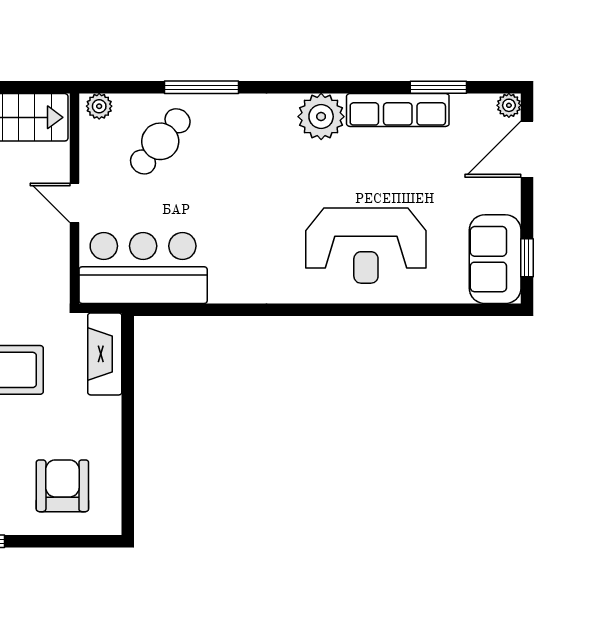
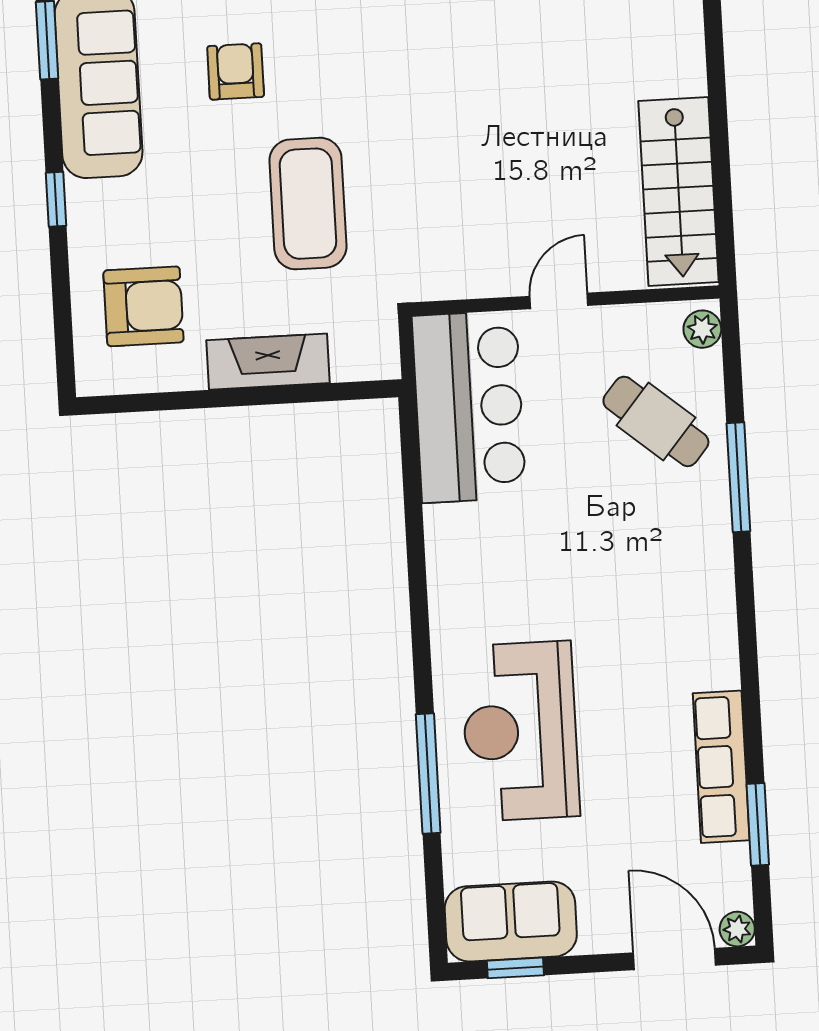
plant: (321, 117) -> (705, 655), removed
window: (391, 310) -> (428, 773), added
fireplace: (105, 354) -> (268, 362), moved

